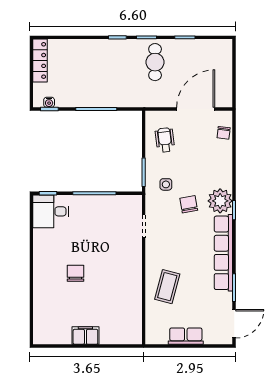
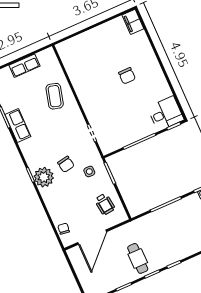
row of seats: (223, 253) -> (18, 125), width x0.50
filing cabinet: (85, 336) -> (133, 22), moved, turned 90

